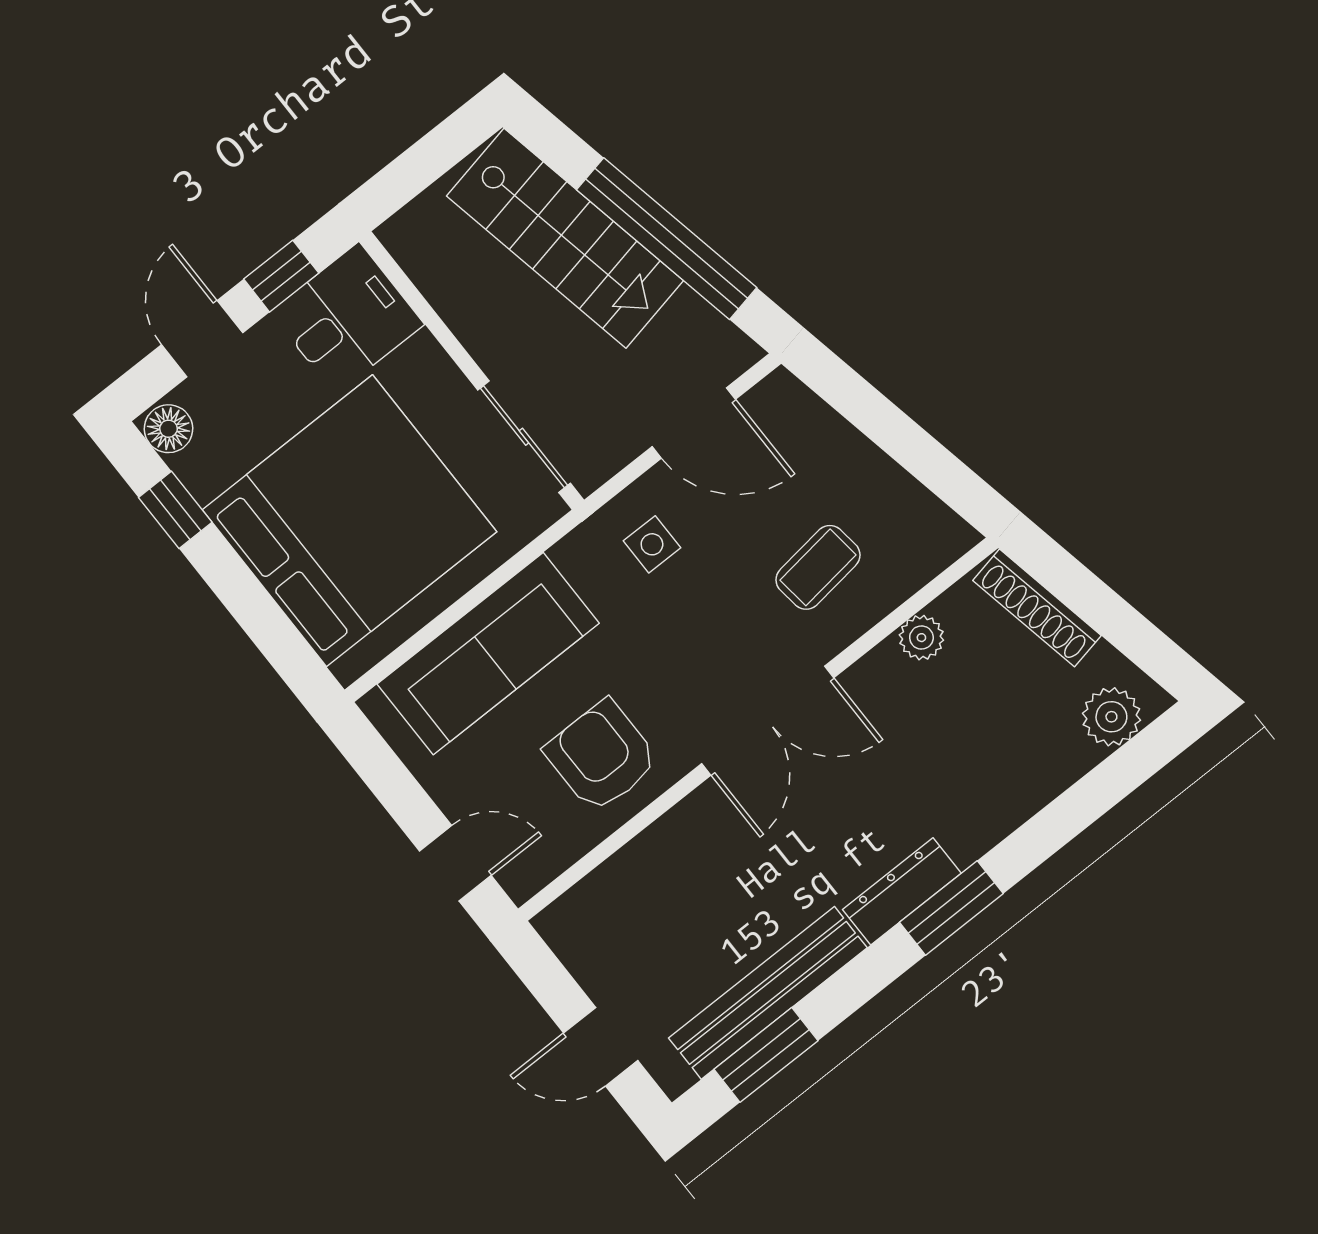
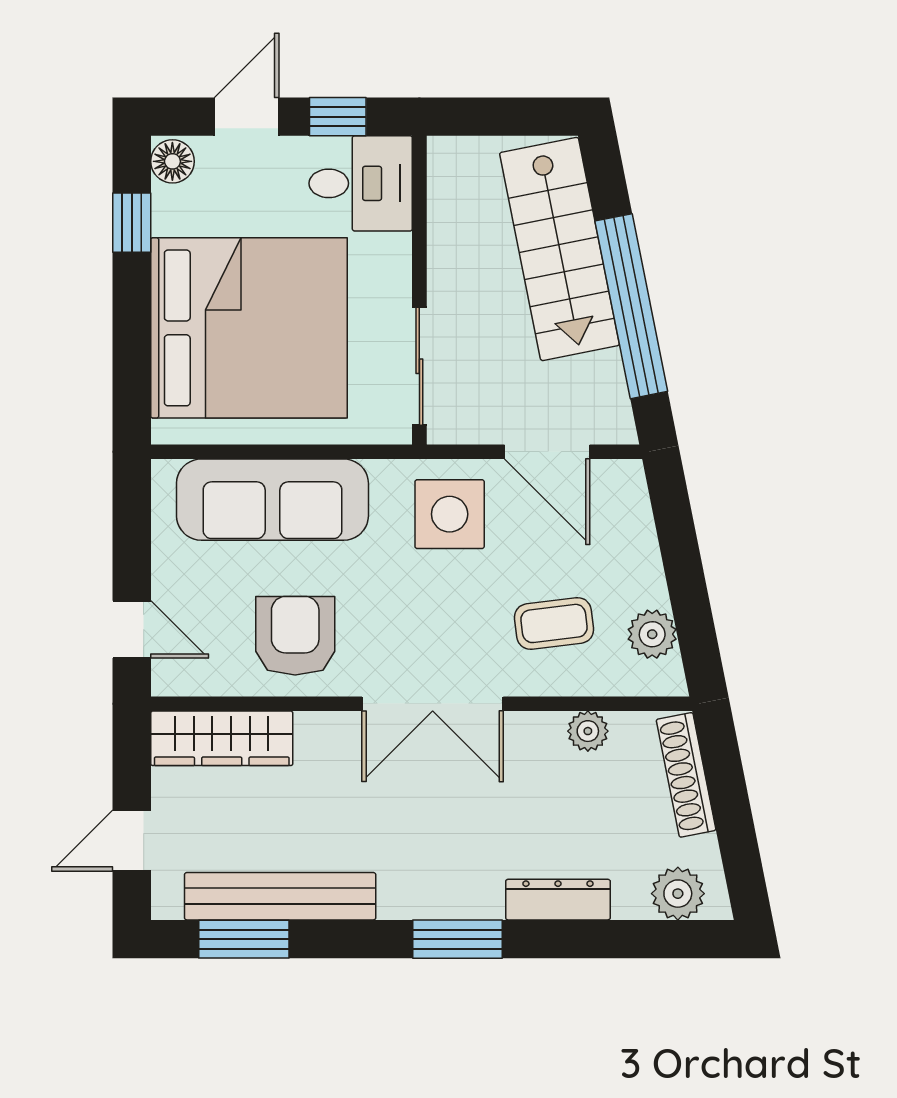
plant: (911, 509) -> (652, 634), added
side table: (652, 544) -> (450, 514), width x1.87, depth x1.87
dresser: (902, 891) -> (558, 900), moved
wardrobe: (608, 896) -> (222, 738), added
door: (601, 1047) -> (132, 841), hinge flipped

